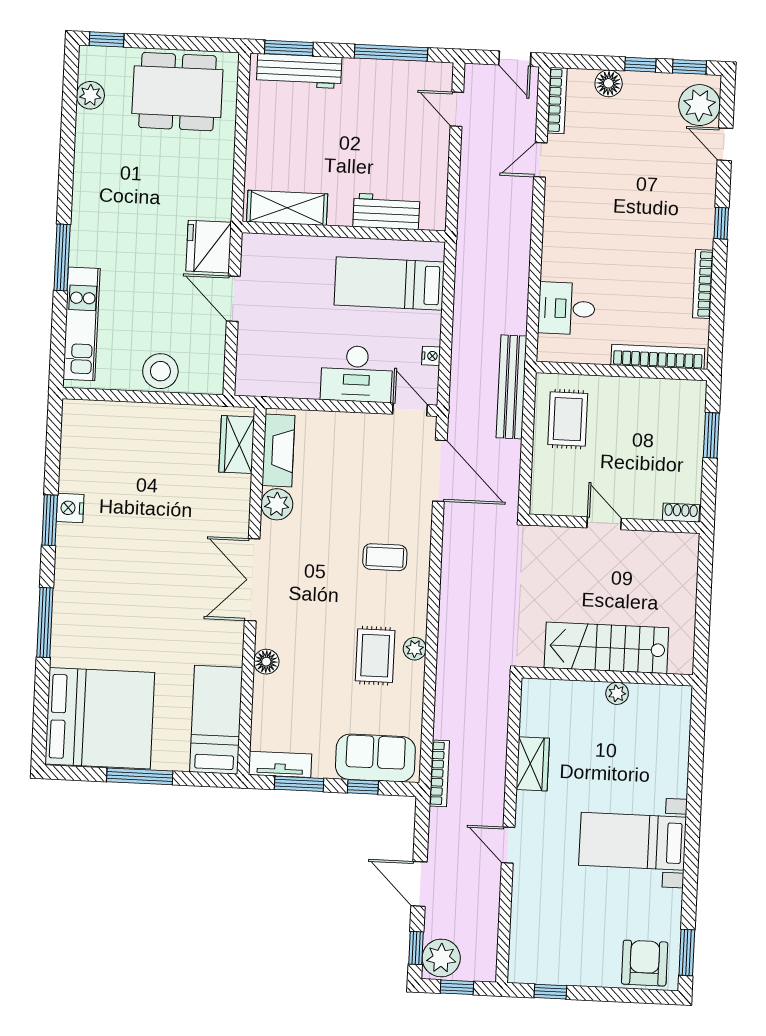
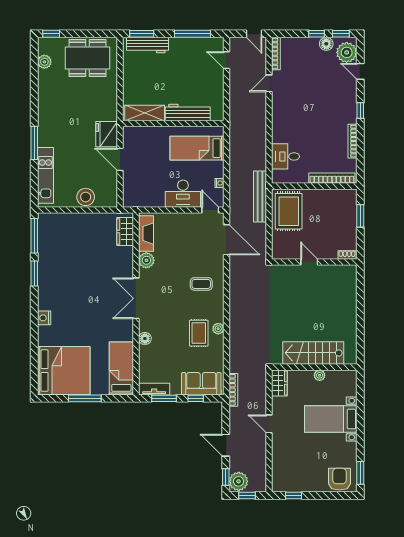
floor lamp: (609, 83) -> (326, 44), moved
workbench: (386, 211) -> (188, 113), width x1.38
rug: (568, 419) -> (289, 211), width x1.36, depth x1.43
nightstand: (70, 508) -> (44, 318), moved
window: (45, 623) -> (34, 236), moved
stairs: (606, 648) -> (313, 353), moved
wall: (607, 676) -> (314, 367), moved
plant: (617, 693) -> (320, 375), moved

